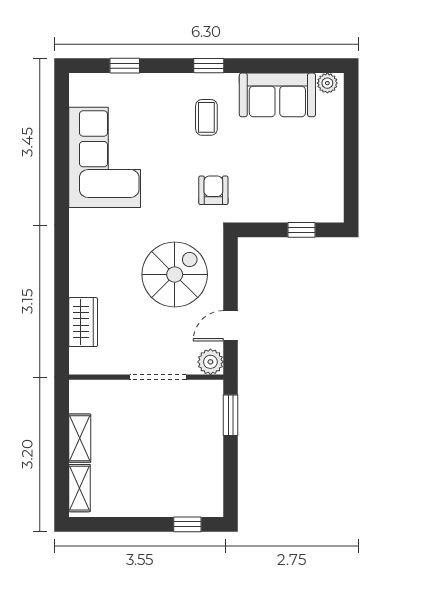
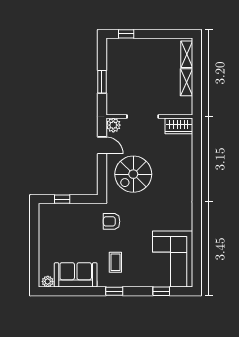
corner sofa: (105, 157) -> (173, 259), moved
armchair: (213, 190) -> (112, 221), turned 90
wardrobe: (83, 322) -> (179, 126), moved, turned -90
door: (231, 326) -> (102, 145), hinge flipped
window: (231, 415) -> (102, 82), moved

